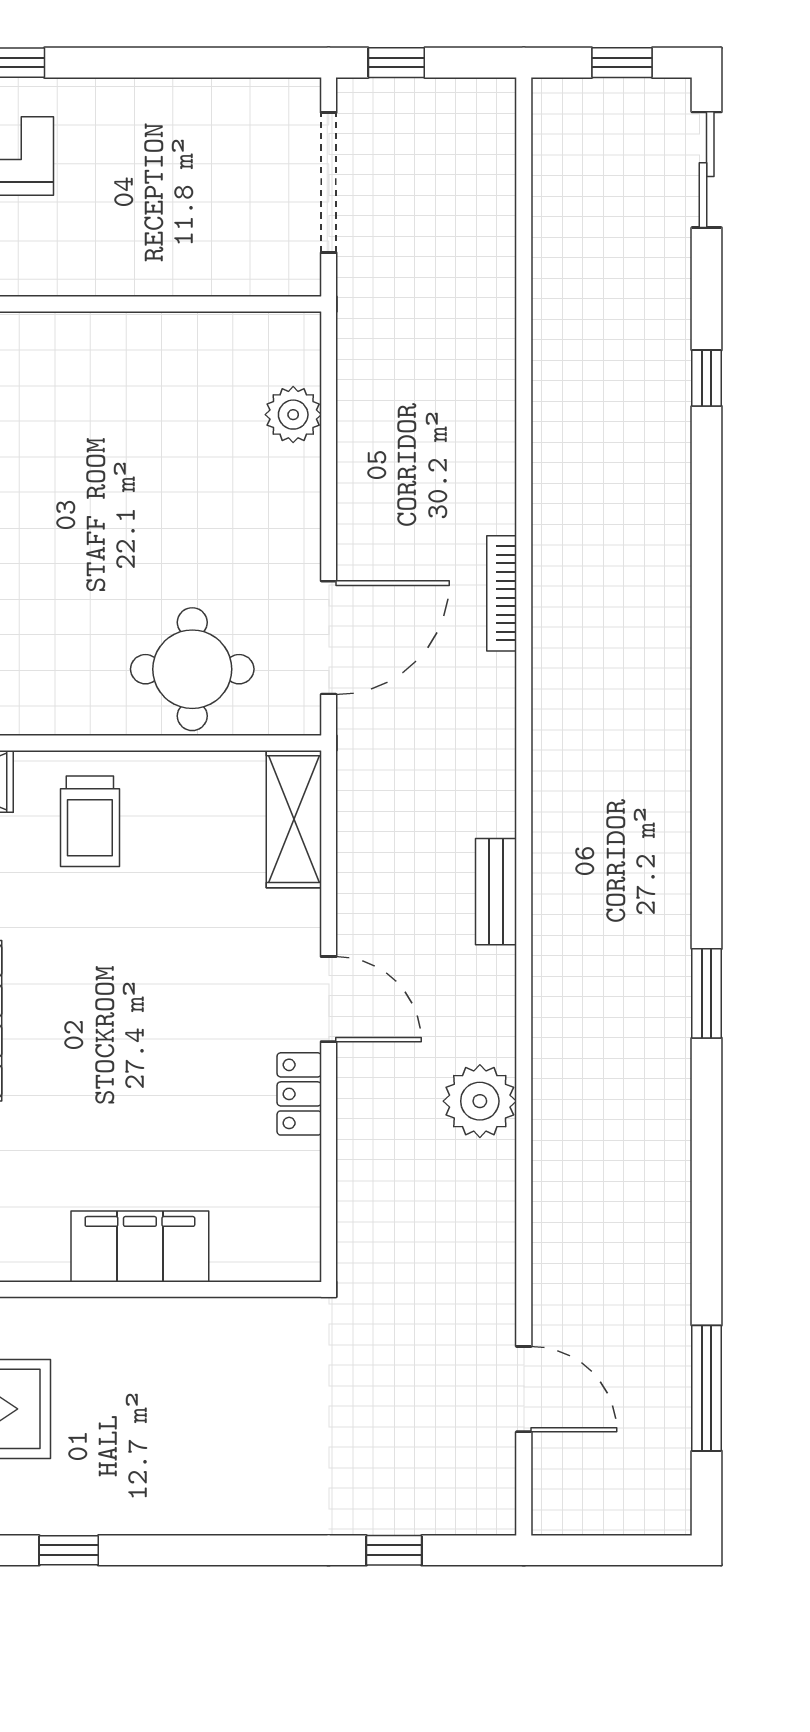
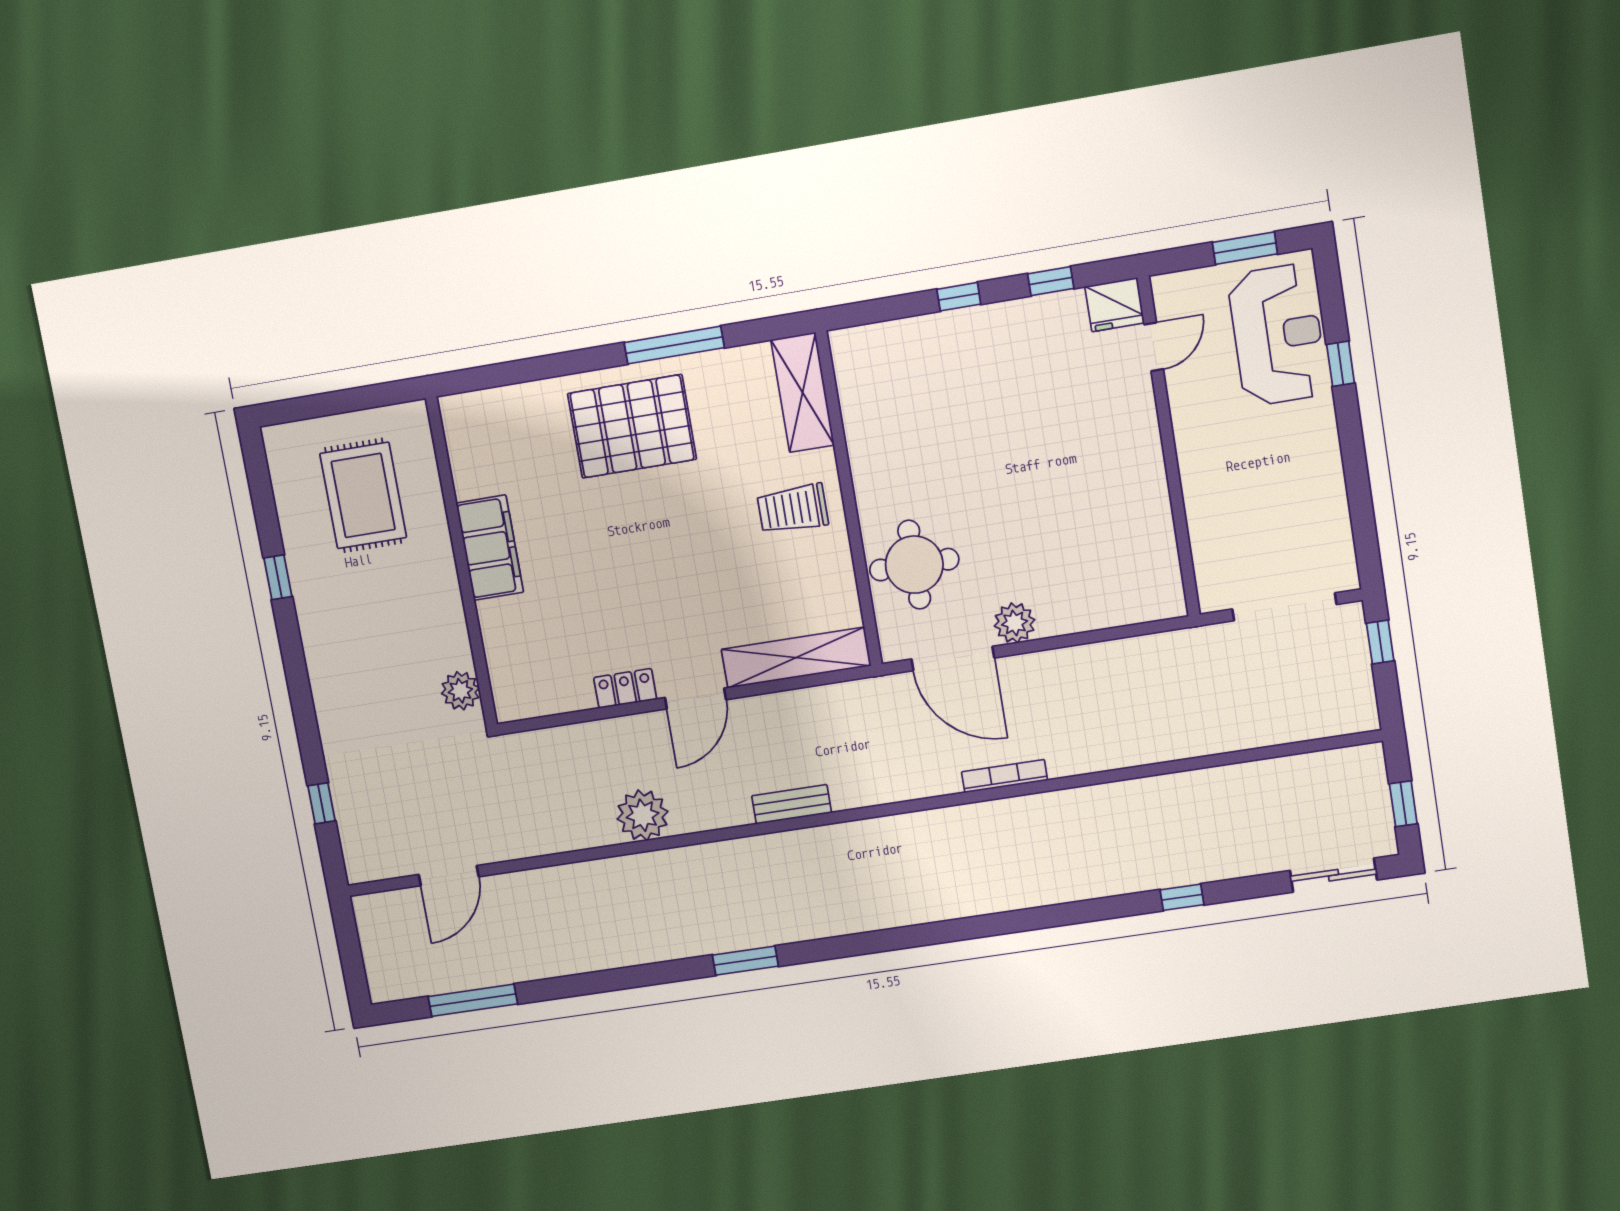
plant: (293, 415) -> (1015, 623), moved
shelving: (294, 819) -> (796, 658), width x1.47
filing cabinet: (140, 1246) -> (490, 548), moved
plant: (267, 1324) -> (460, 691), added

